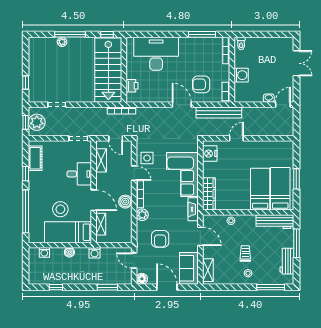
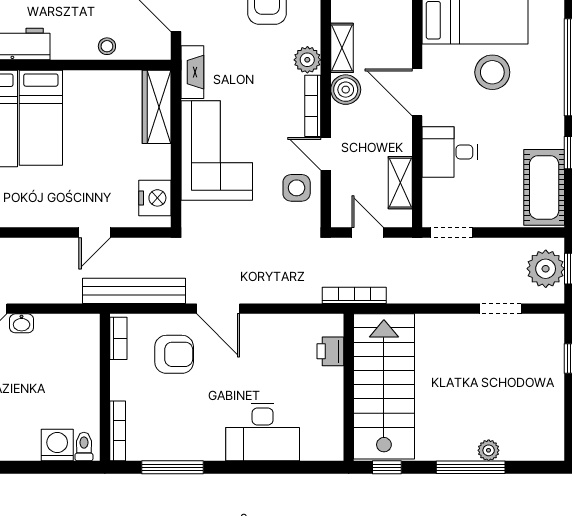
desk: (156, 54) -> (263, 432), width x0.73, depth x0.77
washing machine: (241, 75) -> (57, 445), moved, turned 90
cot: (35, 158) -> (544, 187), width x1.37, depth x1.34
shelving: (101, 224) -> (342, 48), moved

